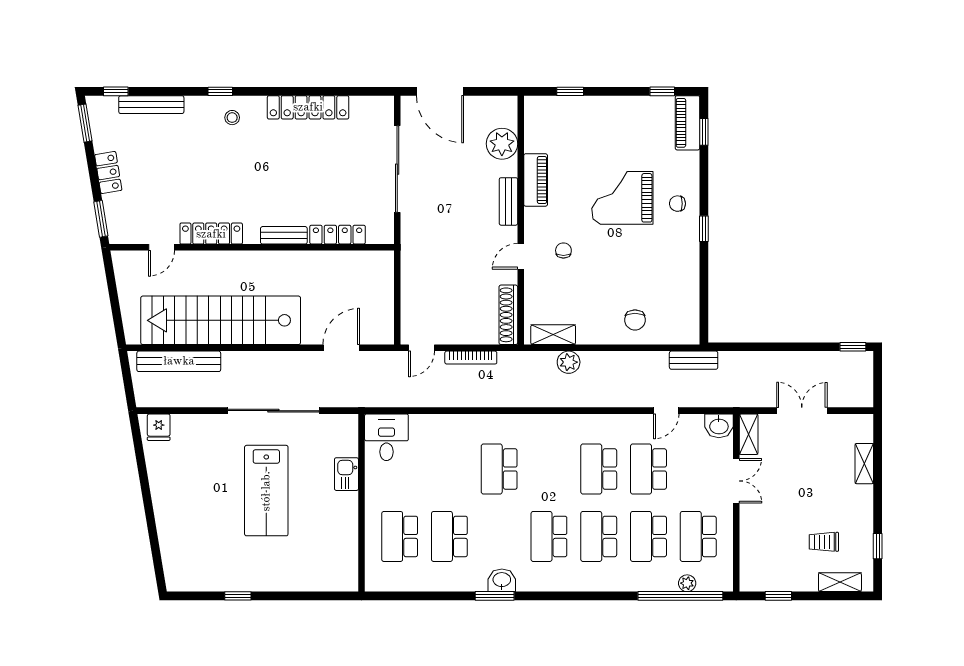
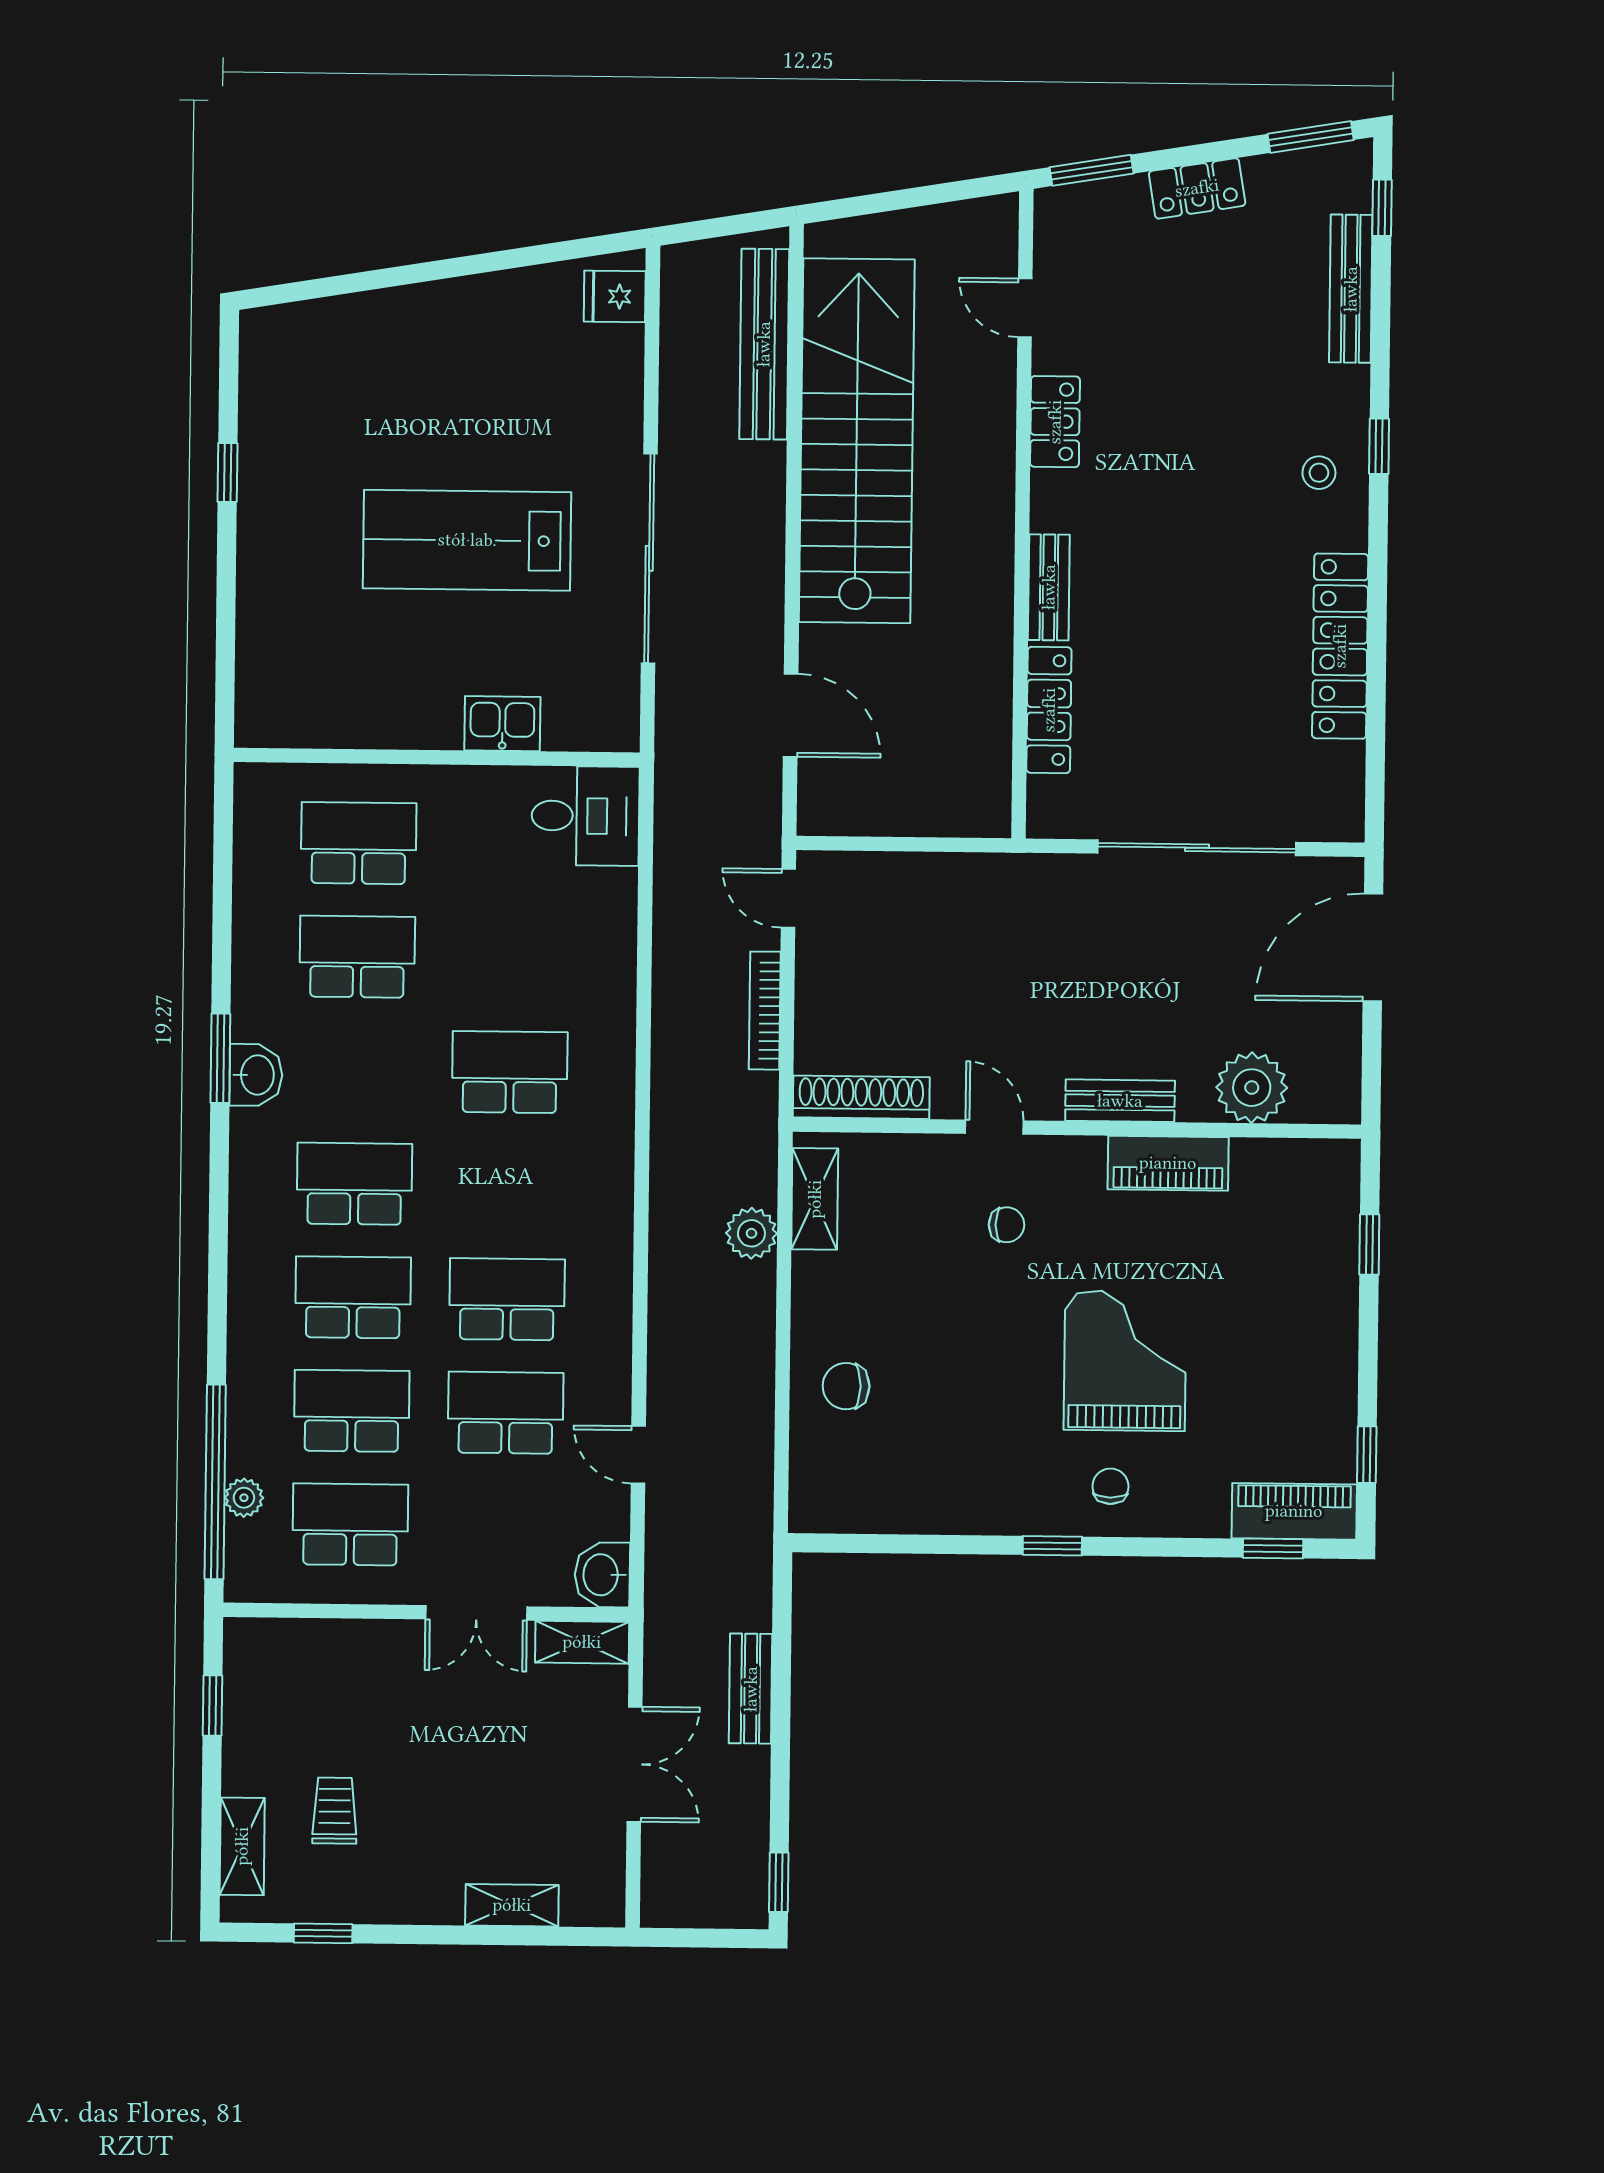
locker: (211, 234) -> (1055, 422), width x0.66
bench: (694, 360) -> (751, 1689), moved

